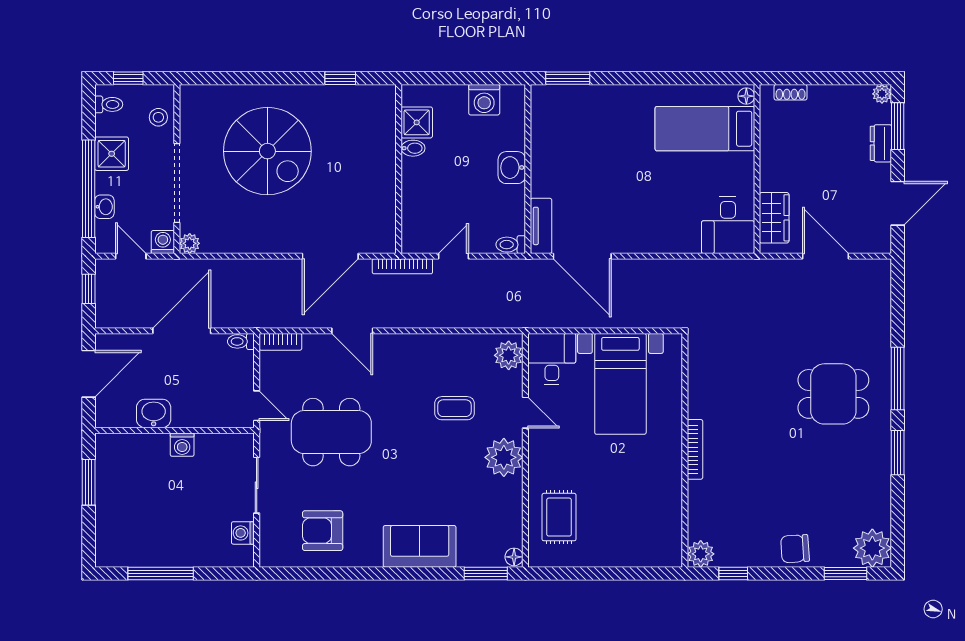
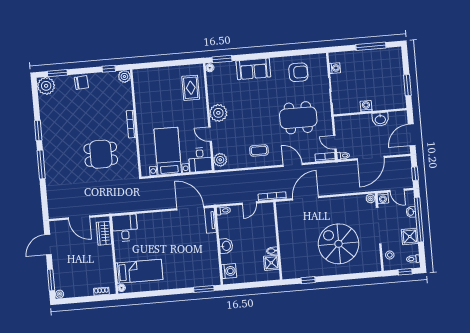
washing machine: (484, 100) -> (229, 271), moved, turned 90
dresser: (881, 143) -> (58, 271), removed
dining table: (833, 394) -> (101, 154), moved
door: (257, 406) -> (335, 142), moved
coffee table: (454, 408) -> (259, 150), moved

